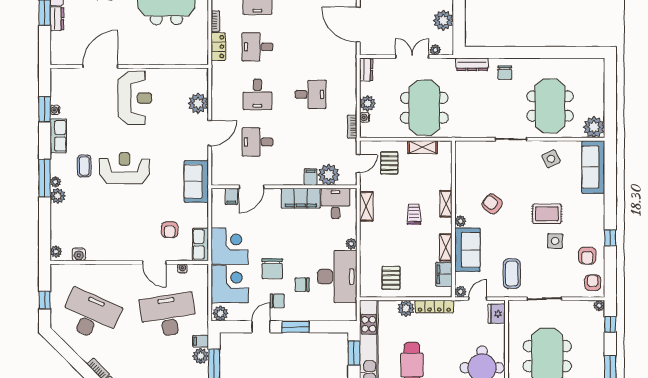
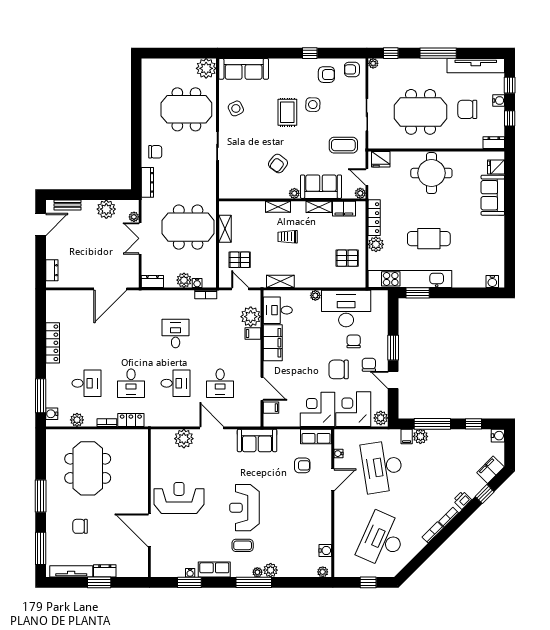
chair: (272, 269) -> (339, 369), turned 180
chair: (302, 285) -> (354, 341), turned 180

